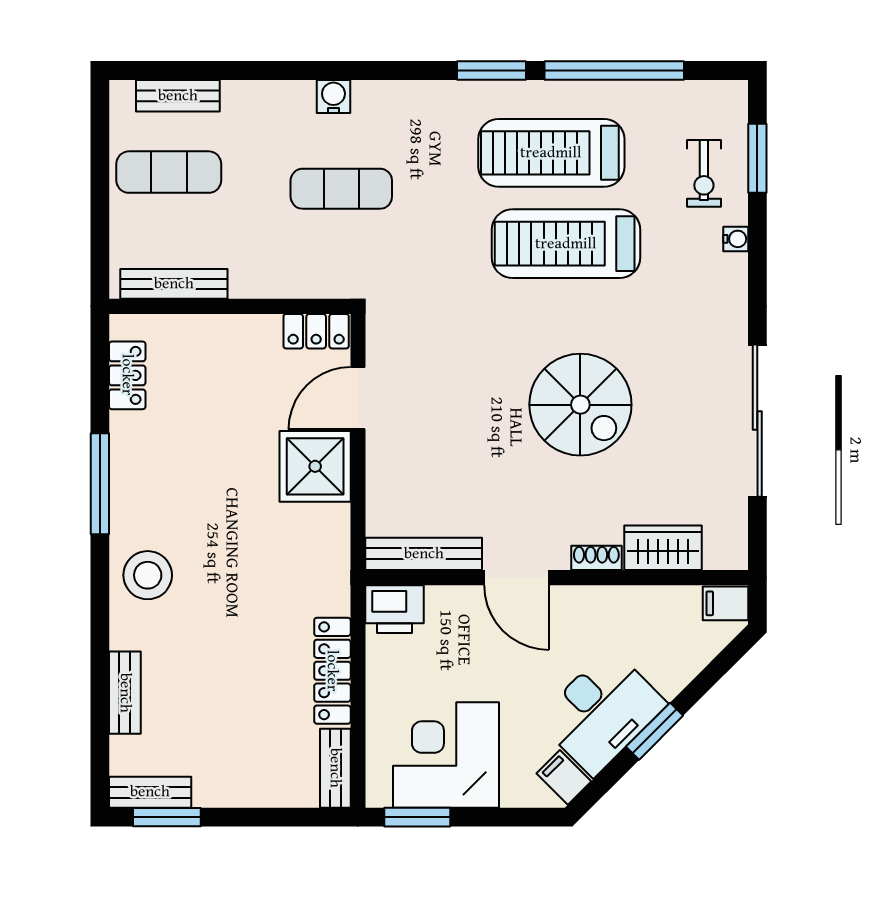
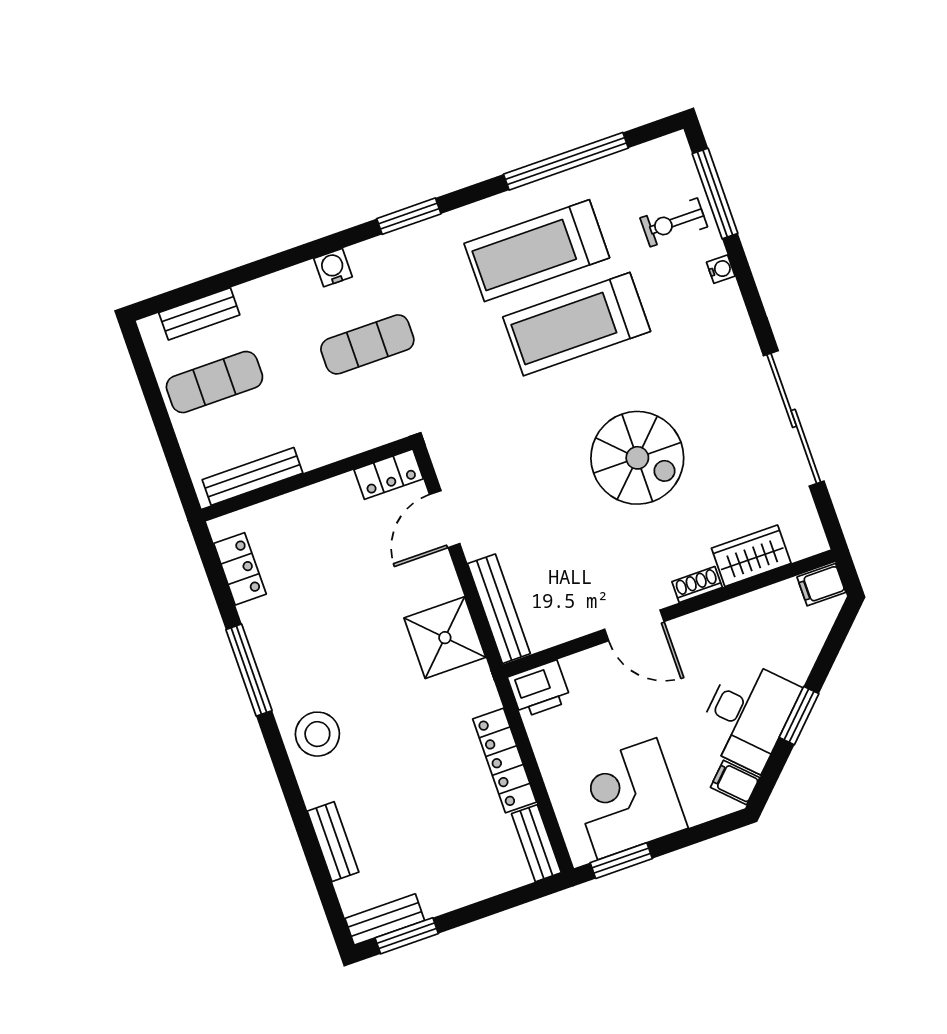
window: (492, 70) -> (409, 216), moved
window: (757, 158) -> (715, 194), width x1.44
exercise bike: (704, 173) -> (674, 222), turned 90
shower: (315, 466) -> (445, 638), moved
bench: (424, 554) -> (499, 609), moved, turned 90

